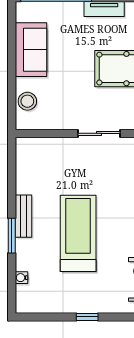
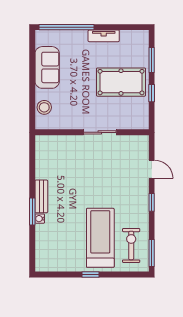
treadmill: (78, 233) -> (100, 238), moved
water cooler: (22, 278) -> (40, 219), moved

